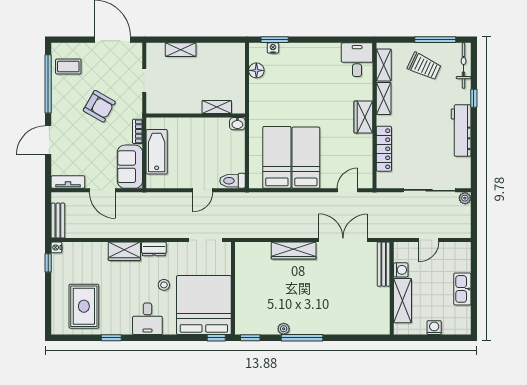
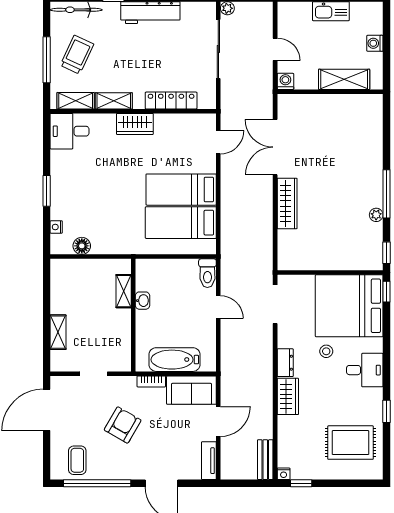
window: (275, 40) -> (47, 191), moved
window: (435, 40) -> (47, 60), moved
washbasin: (237, 124) -> (142, 301), moved
door: (347, 190) -> (218, 142), swing flipped
bench: (58, 221) -> (265, 460), moved, turned 90
bench: (384, 264) -> (303, 101), removed
washing machine: (401, 270) -> (285, 81), moved

